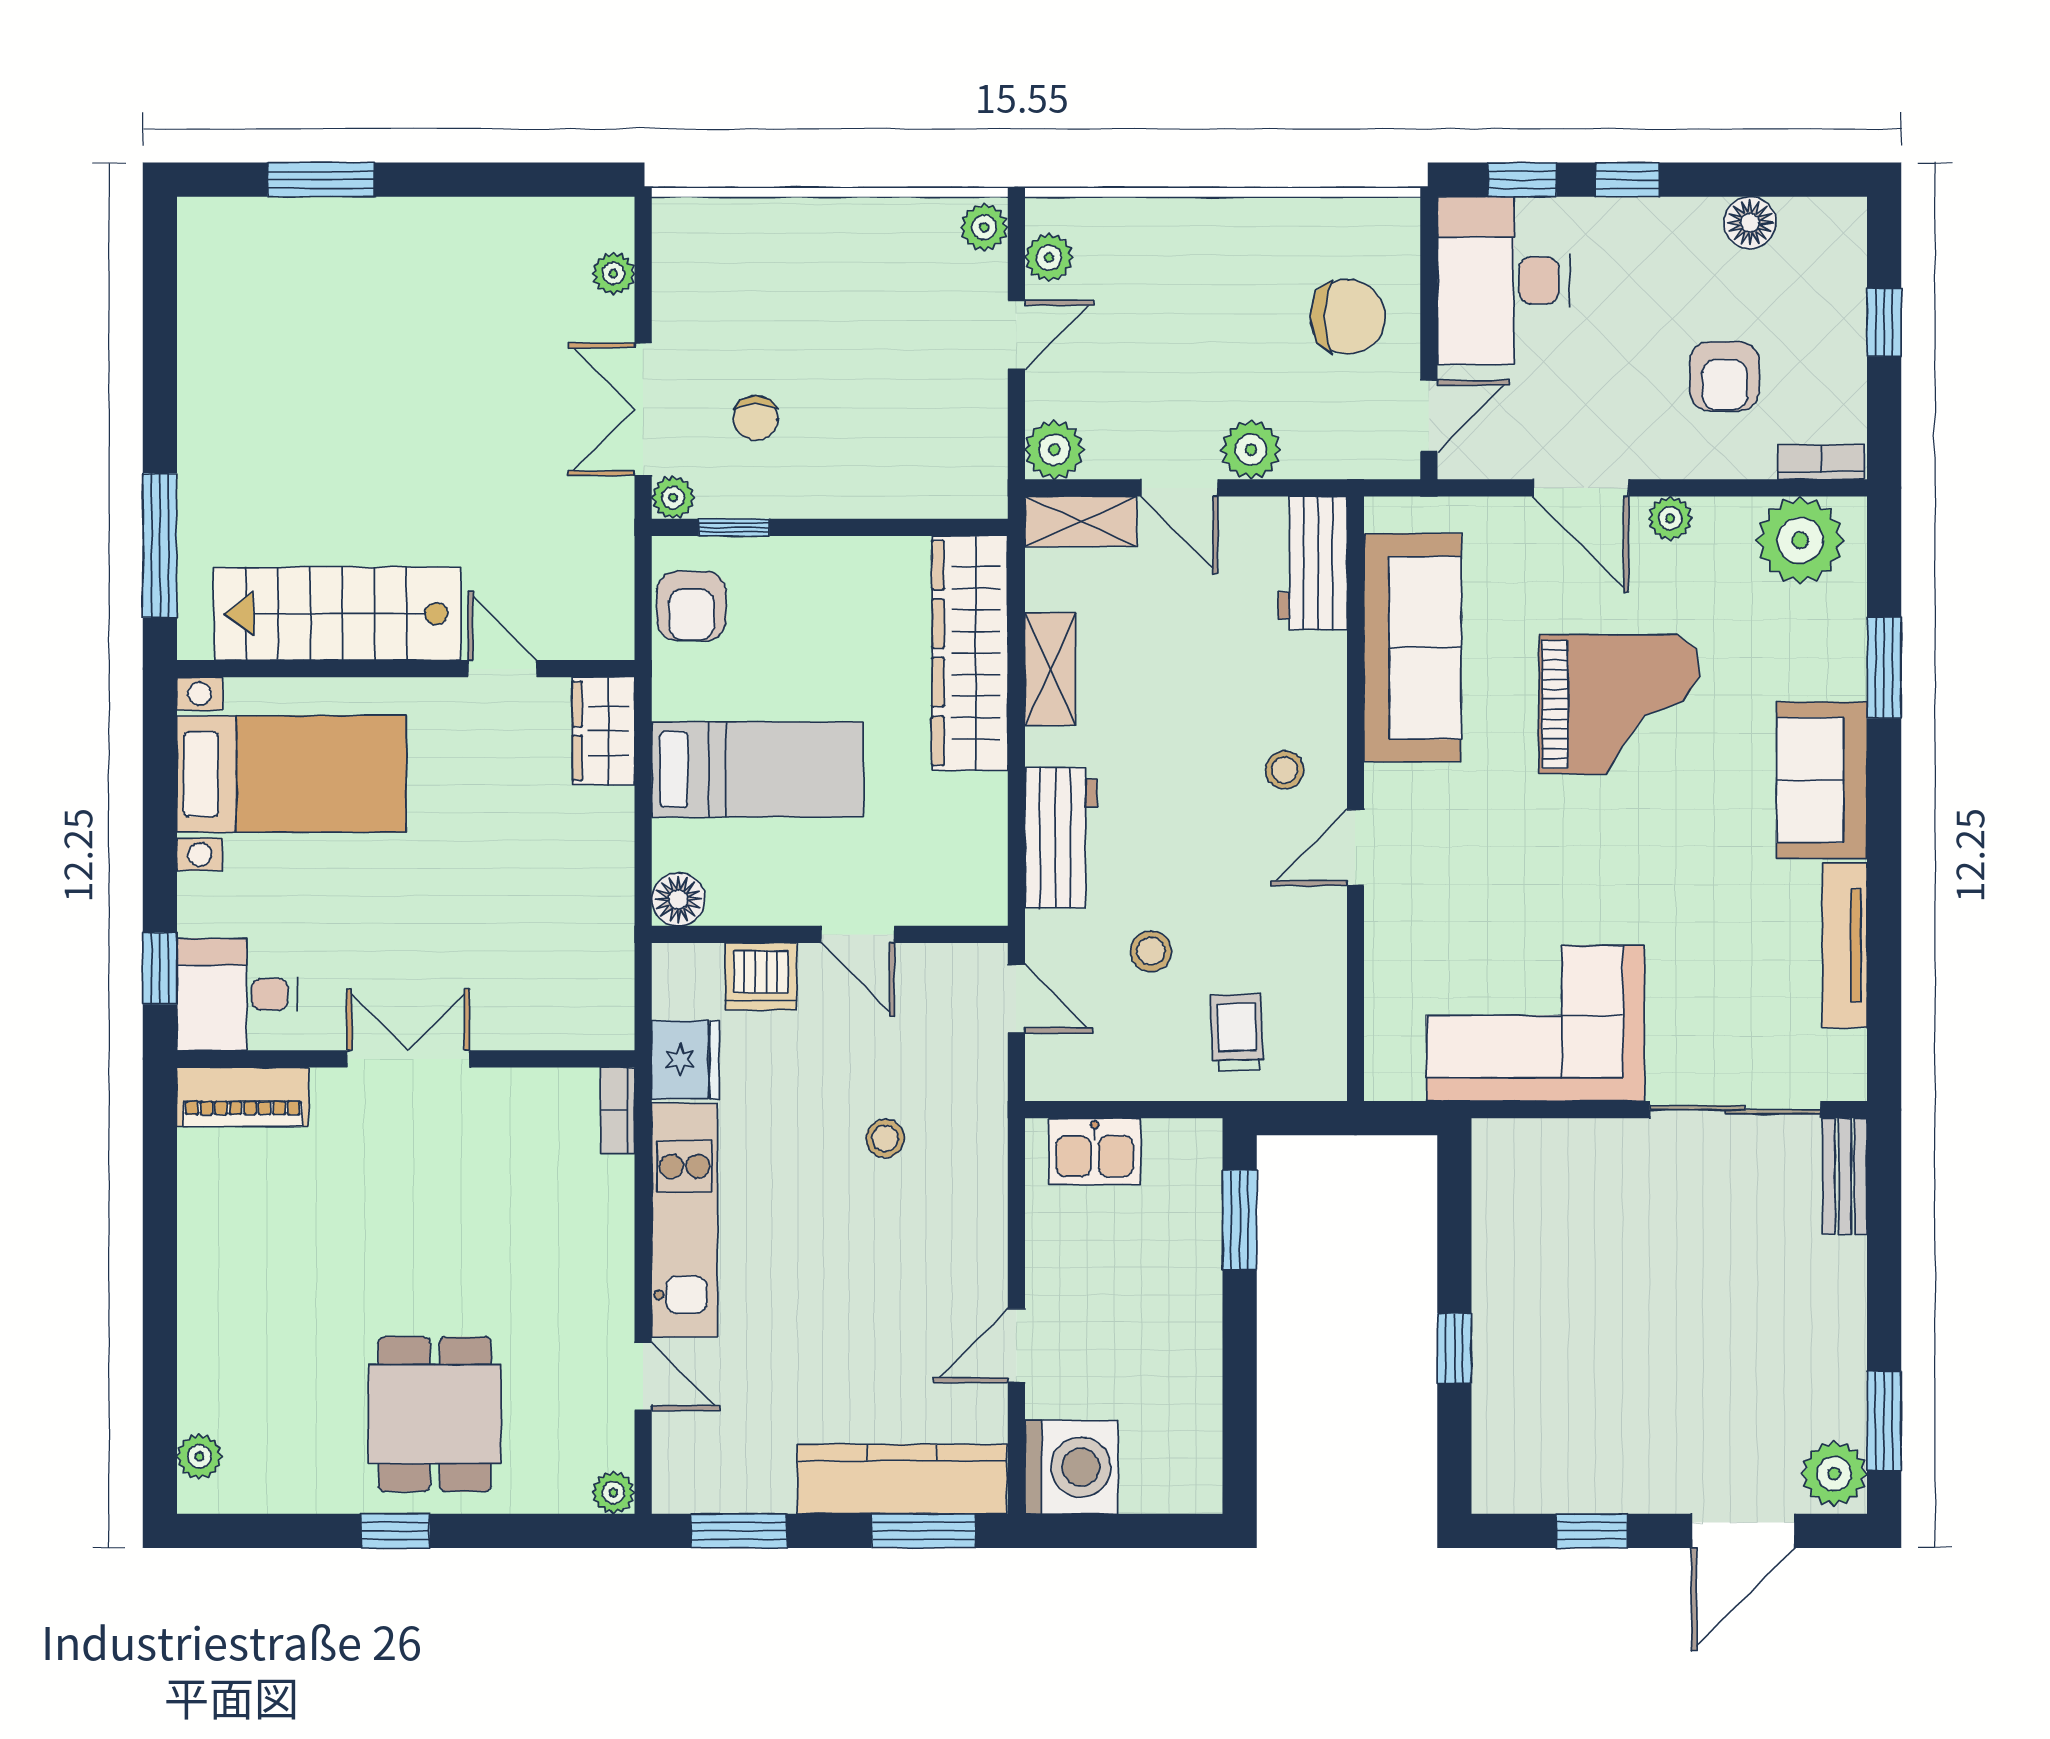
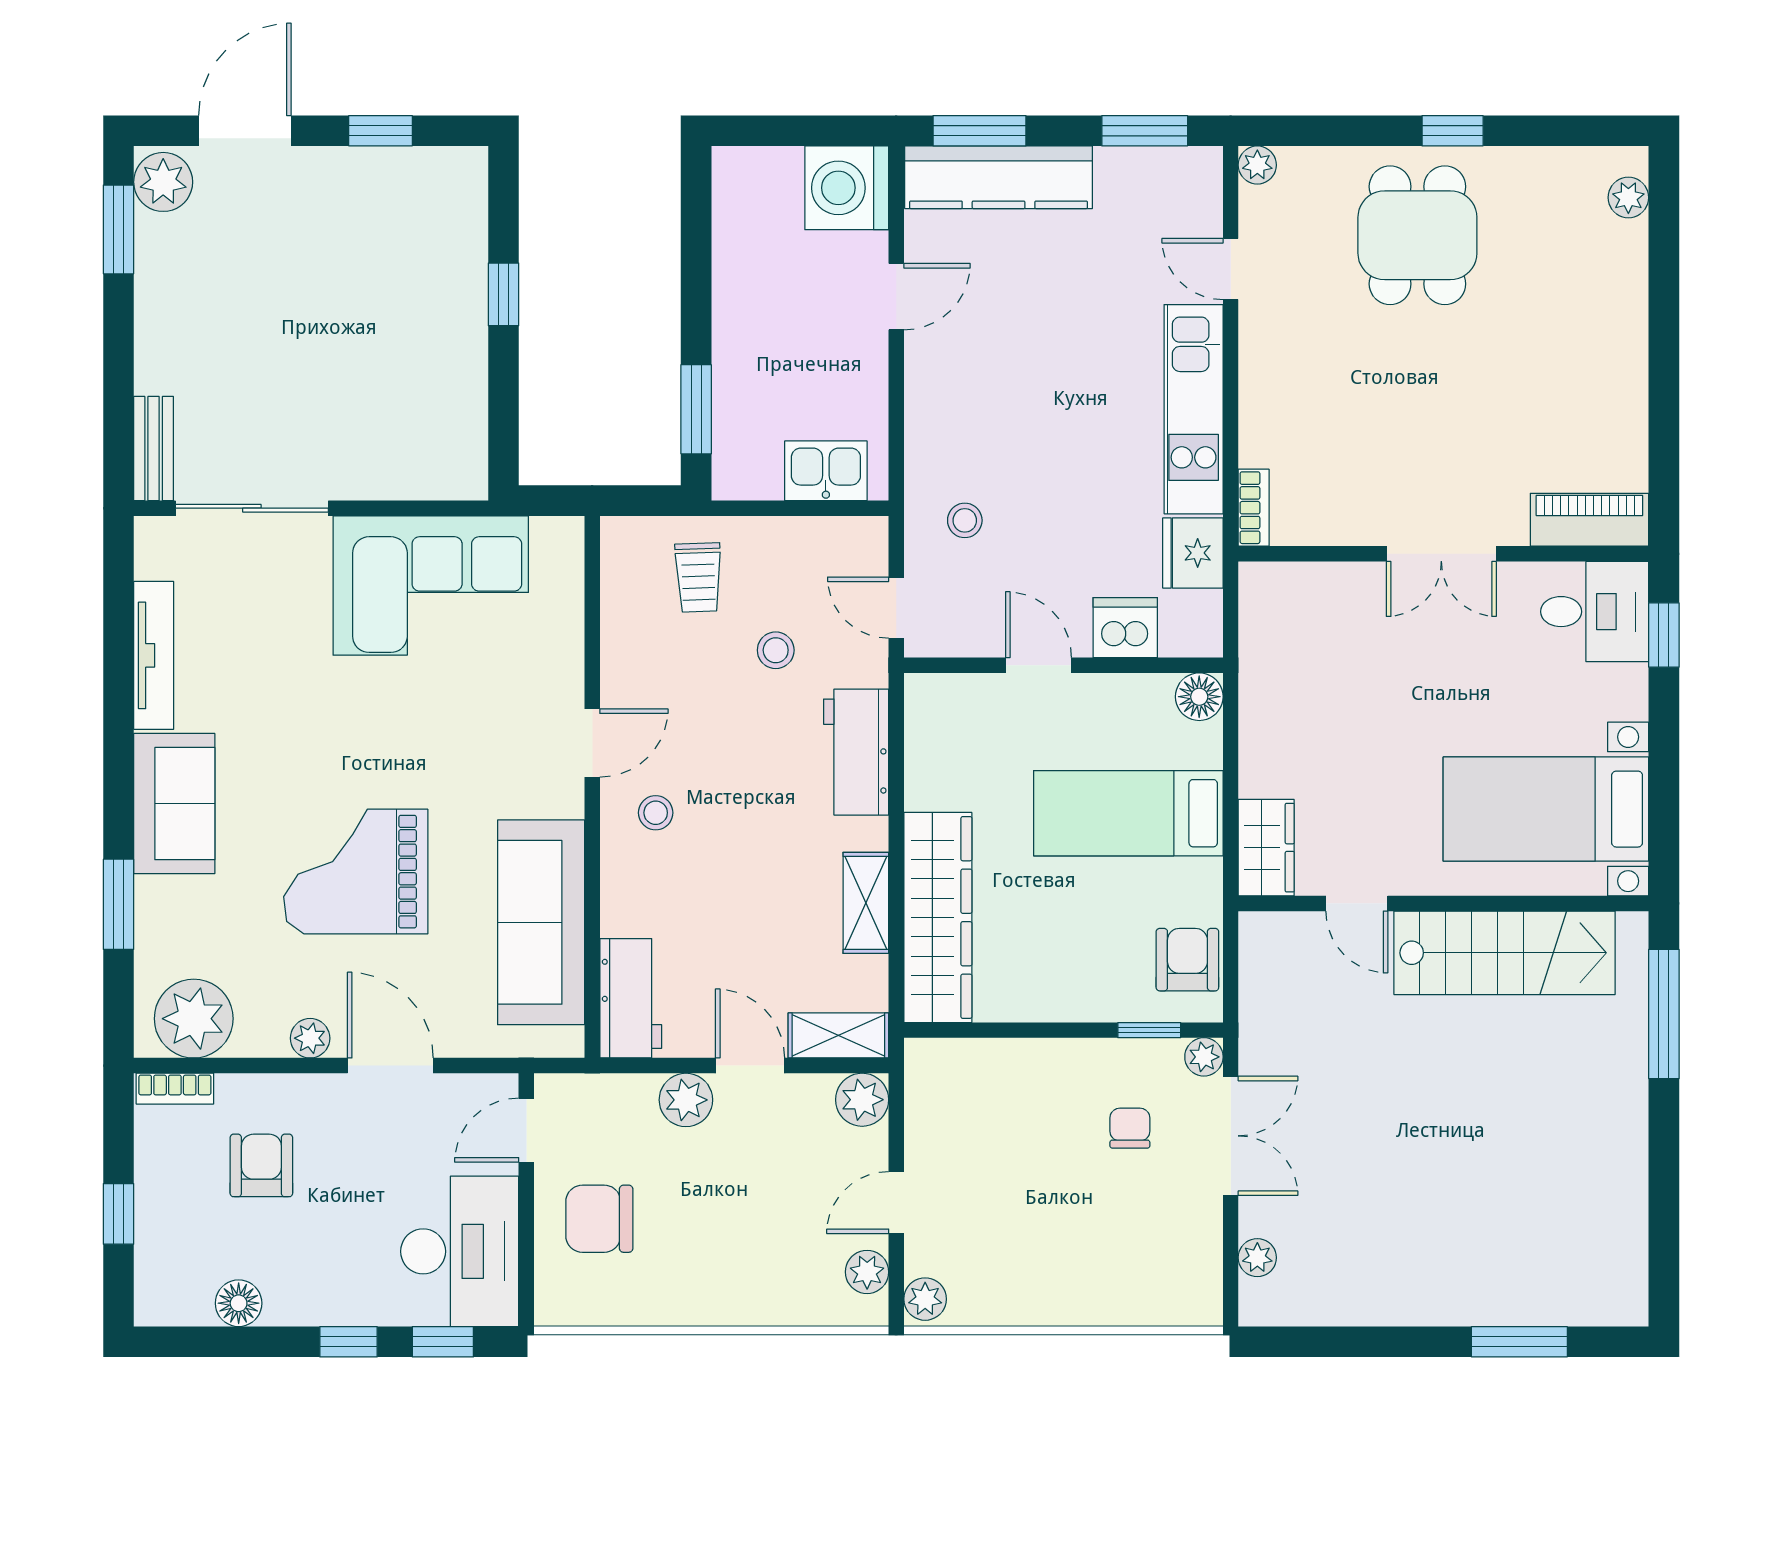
stool: (885, 1138) -> (965, 520), moved

